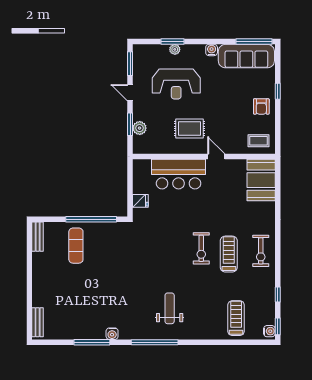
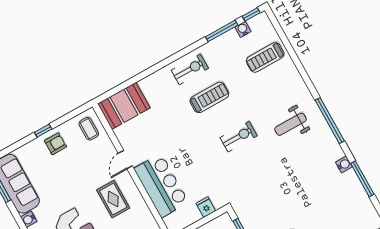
window: (278, 91) -> (43, 131), moved
exercise bike: (201, 248) -> (239, 137), moved
treadmill: (229, 254) -> (209, 97), turned 180
window: (278, 295) -> (222, 31), width x2.17
water cooler: (269, 331) -> (243, 29), moved

